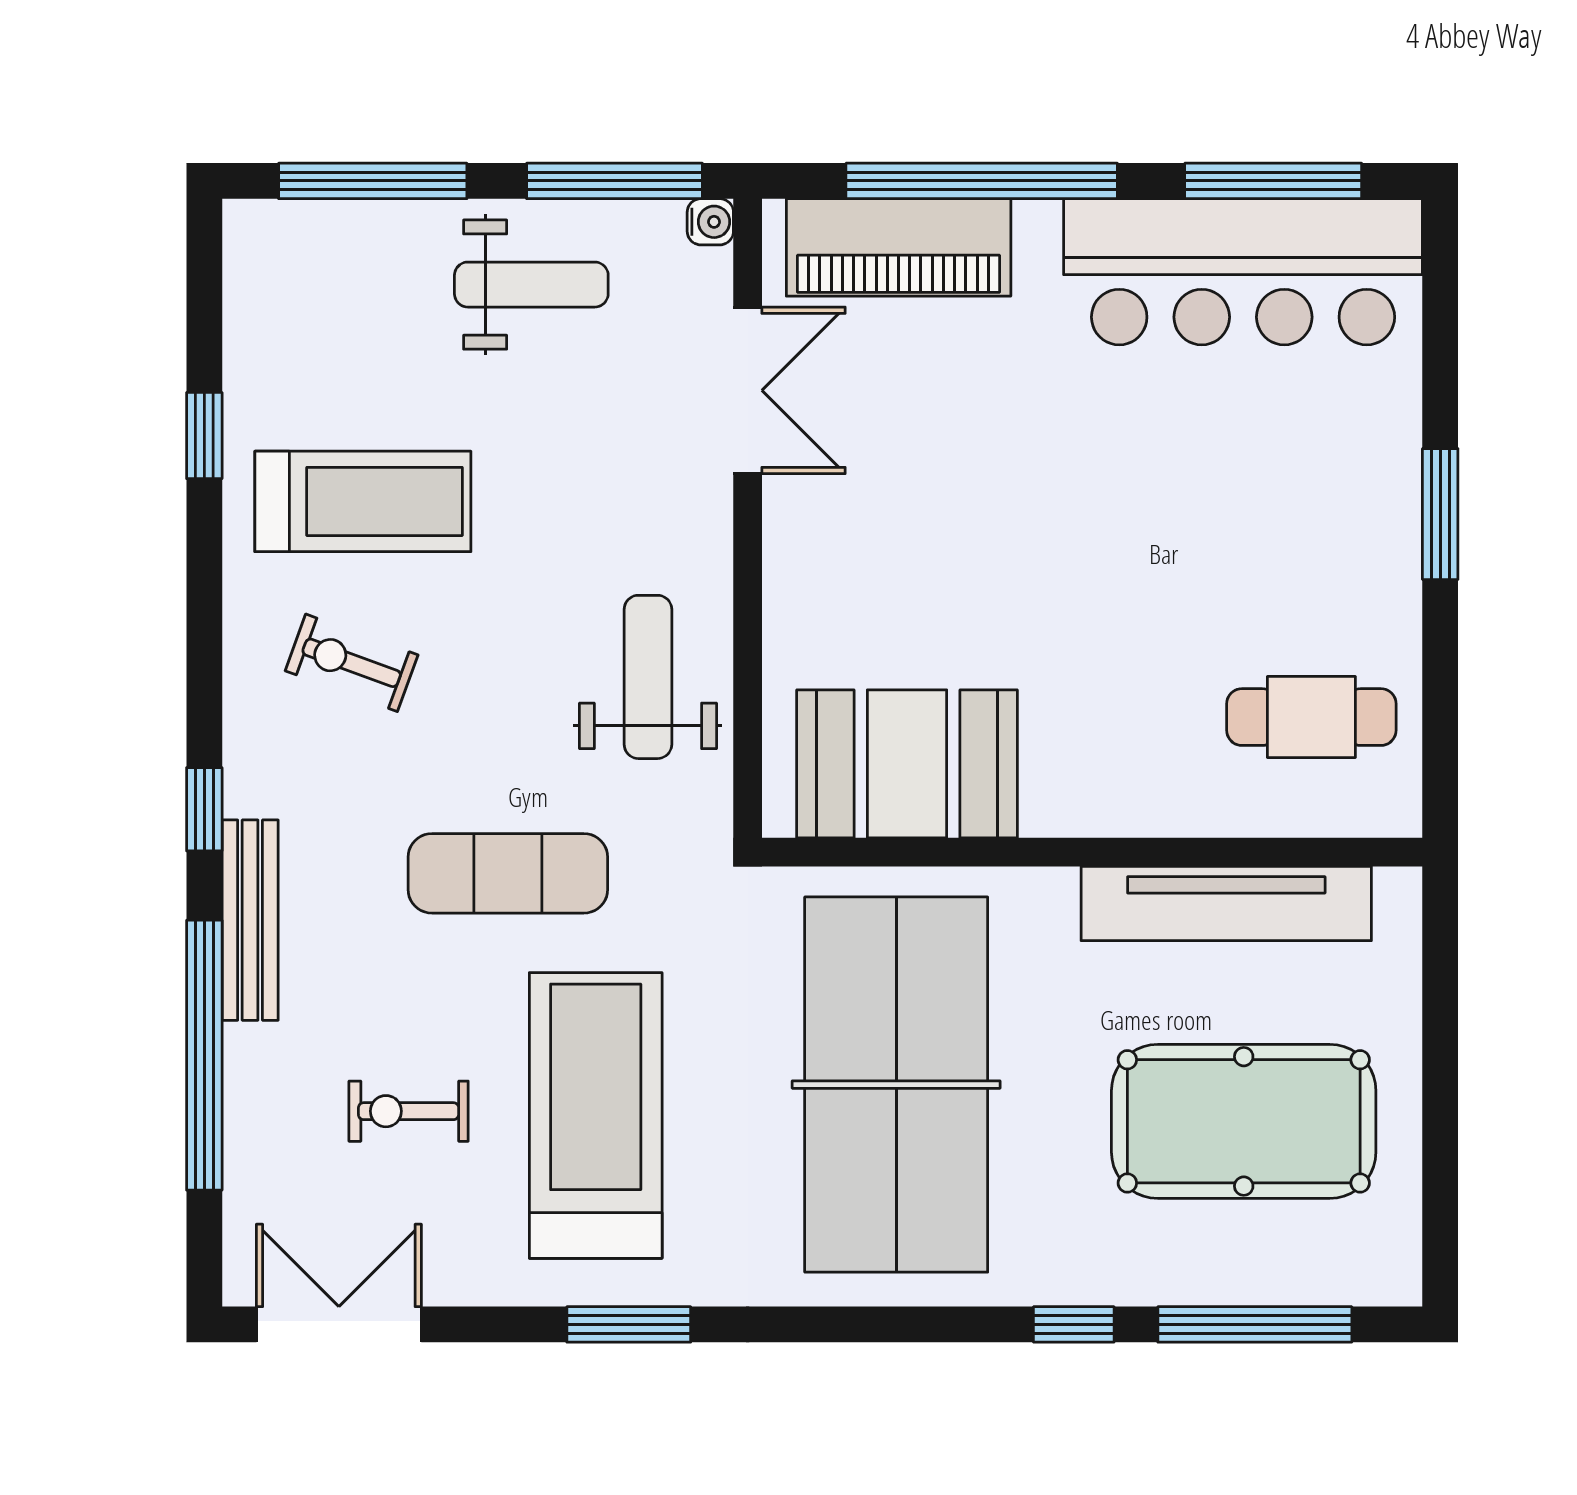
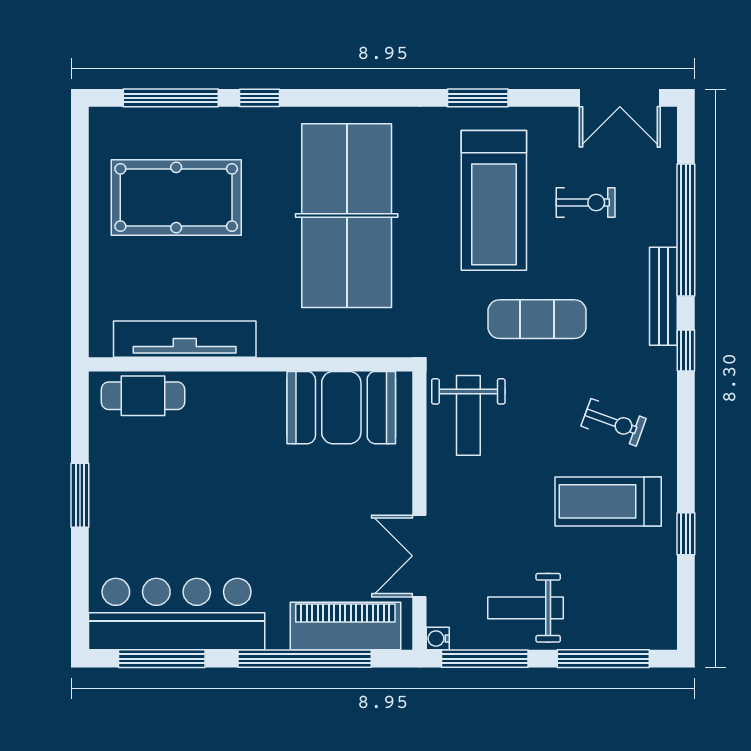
booth: (907, 764) -> (341, 408), moved
wall: (1092, 852) -> (251, 364), moved
tv unit: (1226, 903) -> (185, 339), moved

